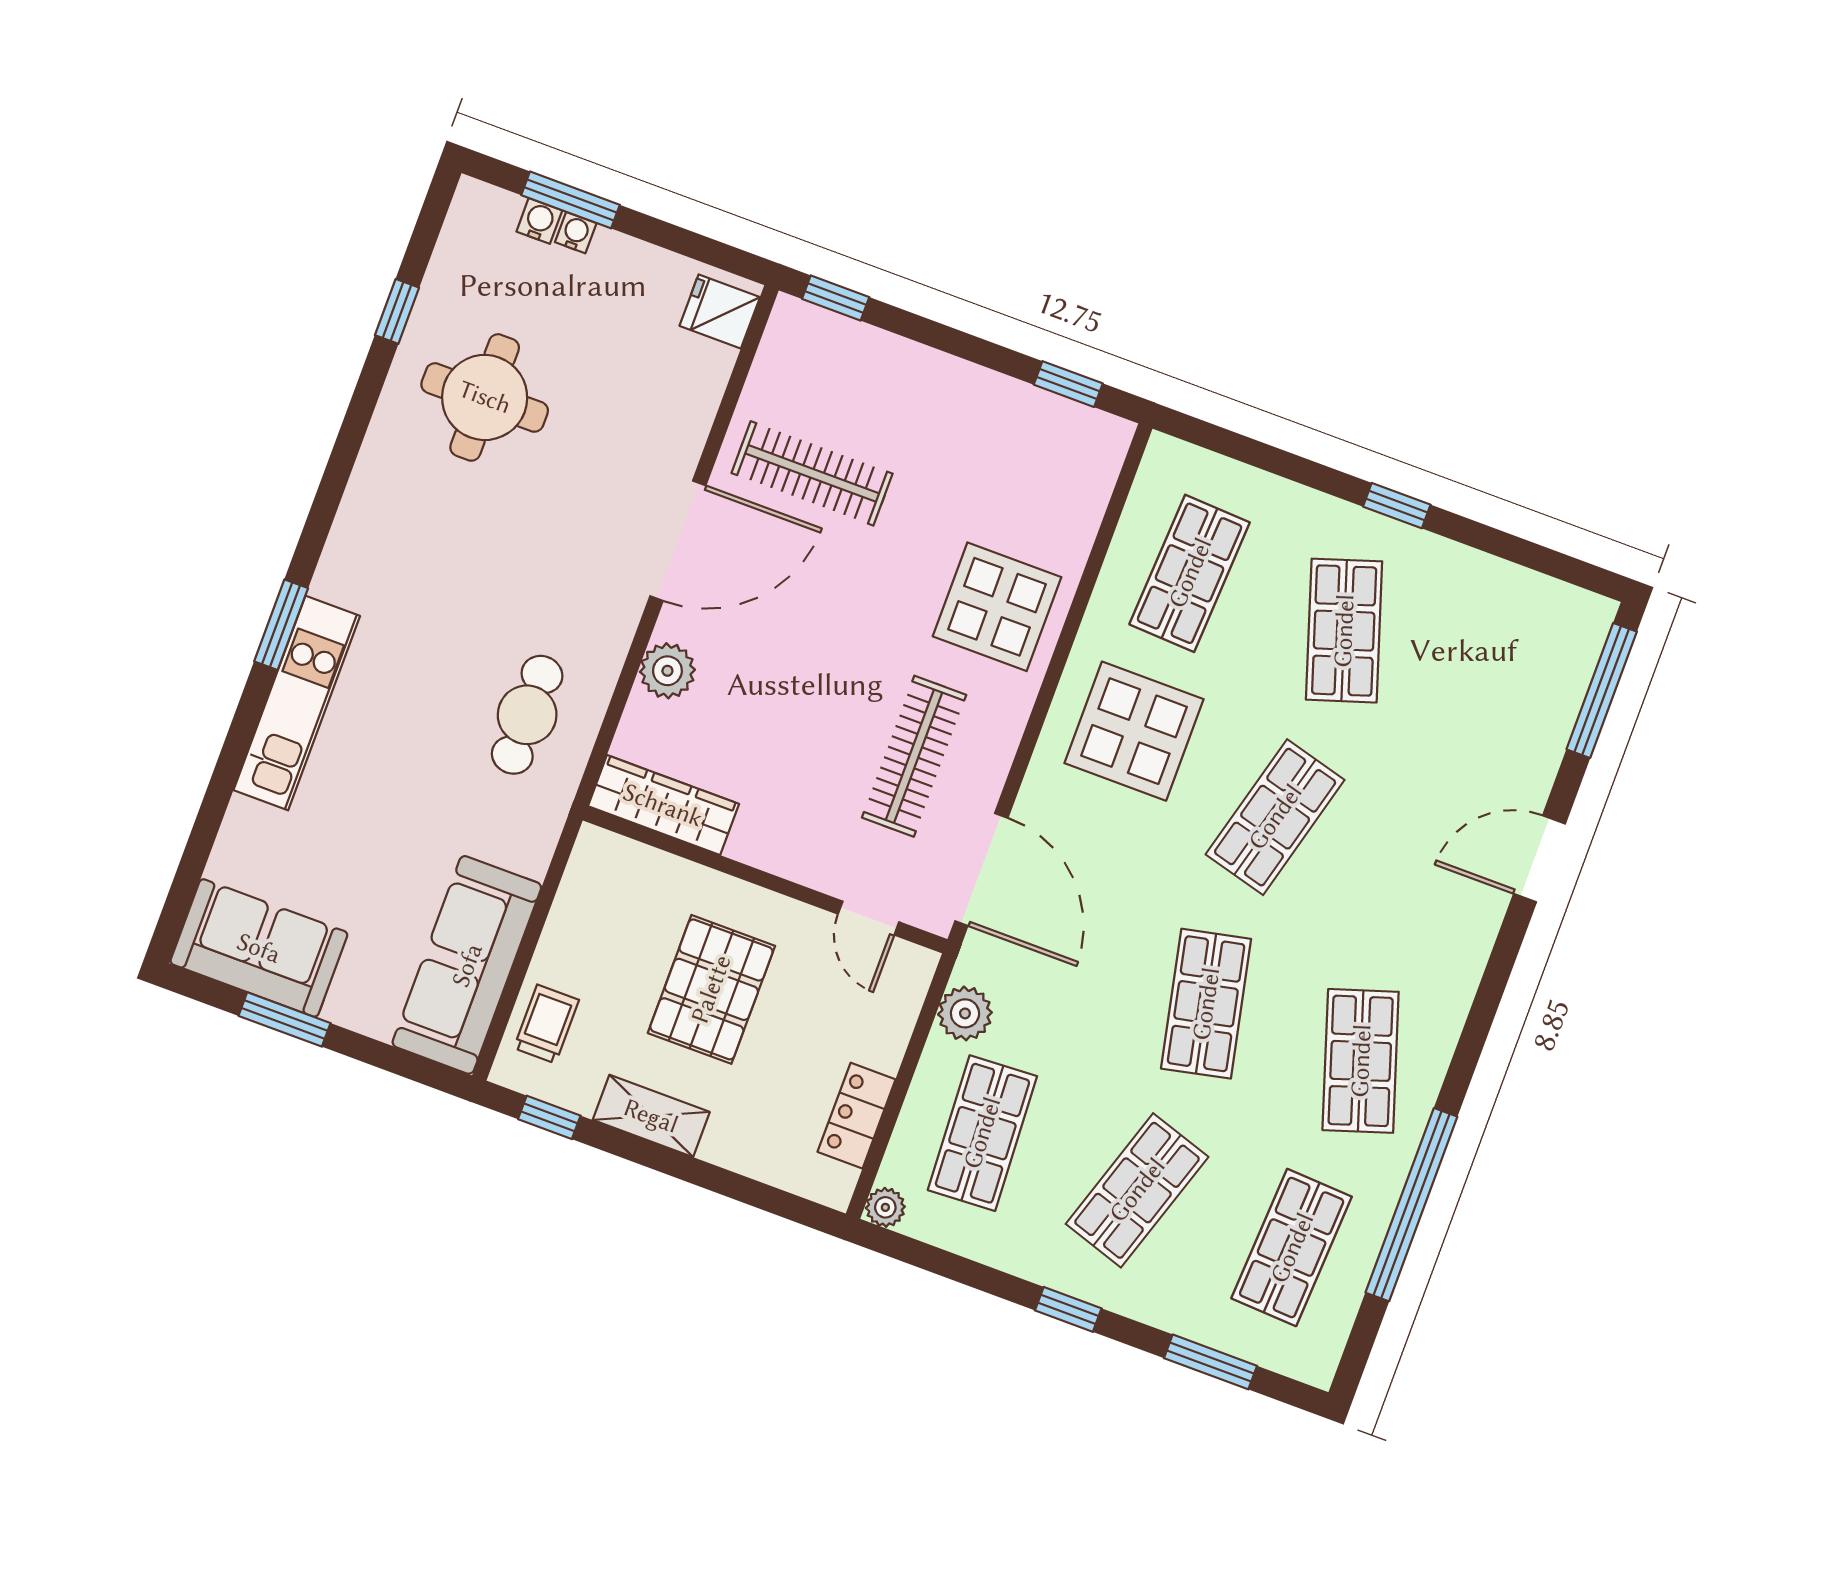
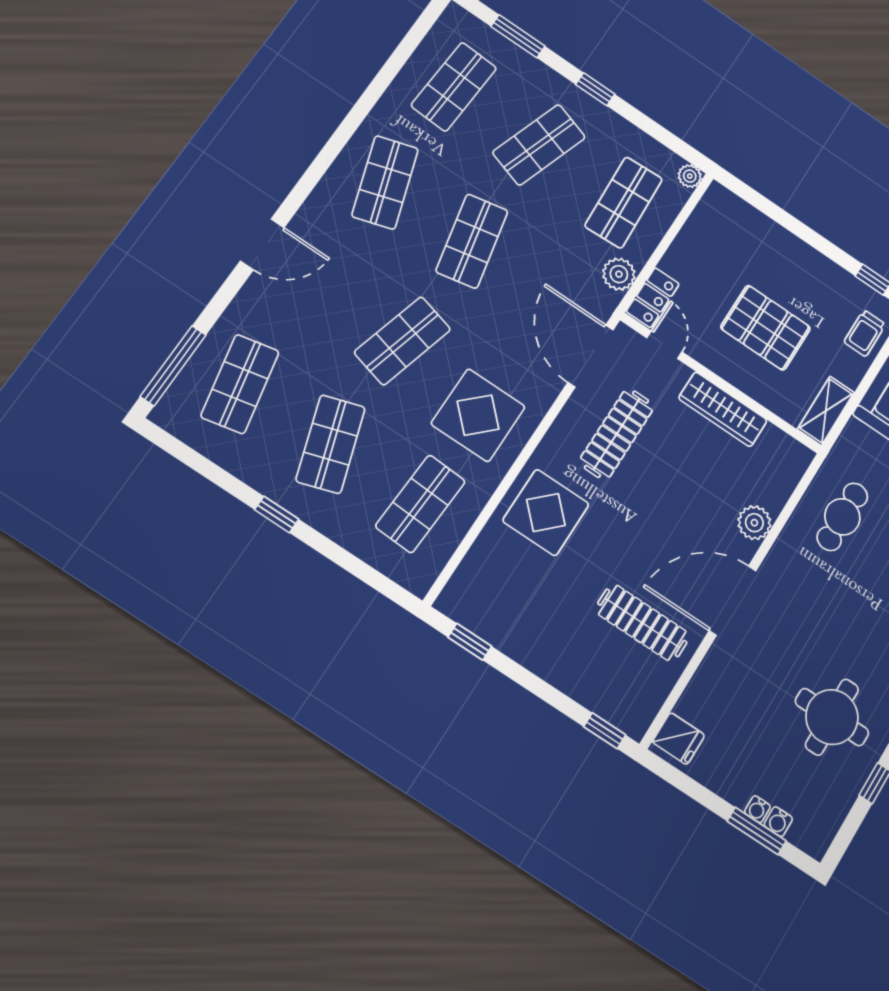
shop shelf: (1499, 688) -> (240, 384), added
wardrobe: (663, 805) -> (723, 409), moved
door: (1539, 859) -> (262, 244), moved
pallet: (711, 989) -> (766, 328), turned 90
shelving: (651, 1116) -> (826, 411), moved, turned 90
locker: (857, 1116) -> (653, 298), moved
window: (1411, 1205) -> (375, 91), removed

